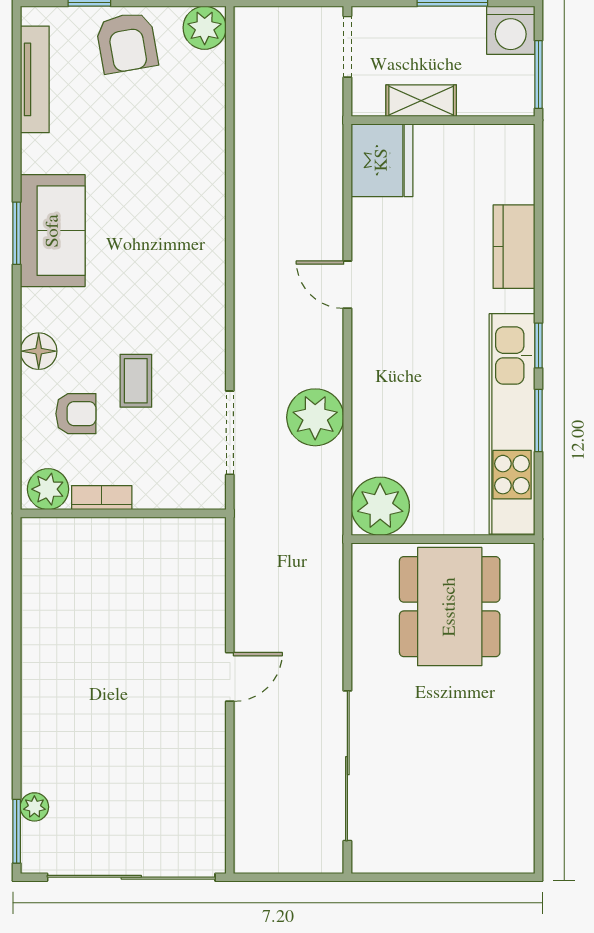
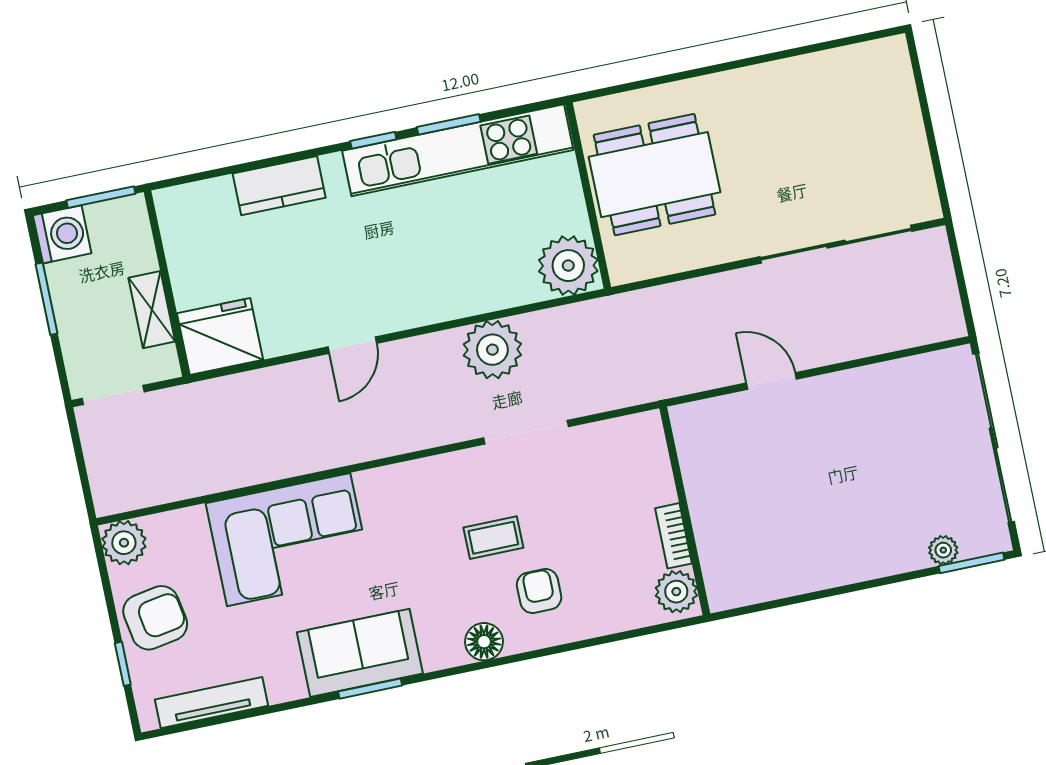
corner sofa: (175, 185) -> (289, 540), added
plant: (48, 489) -> (676, 592), moved
bookcase: (102, 498) -> (674, 536), moved
wall: (123, 513) -> (685, 511), moved

